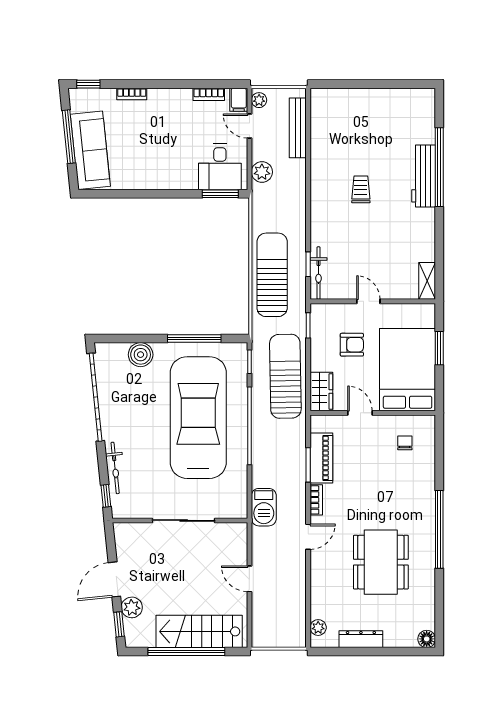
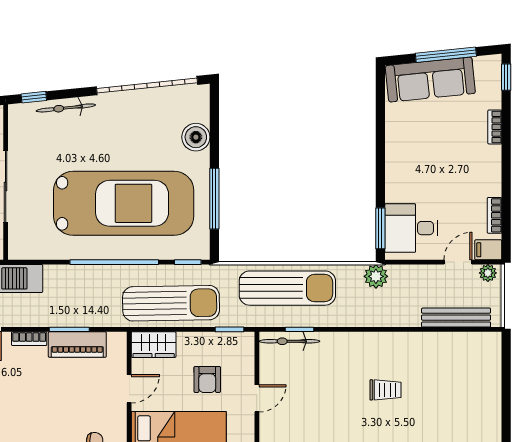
plant: (262, 172) -> (376, 276), moved

